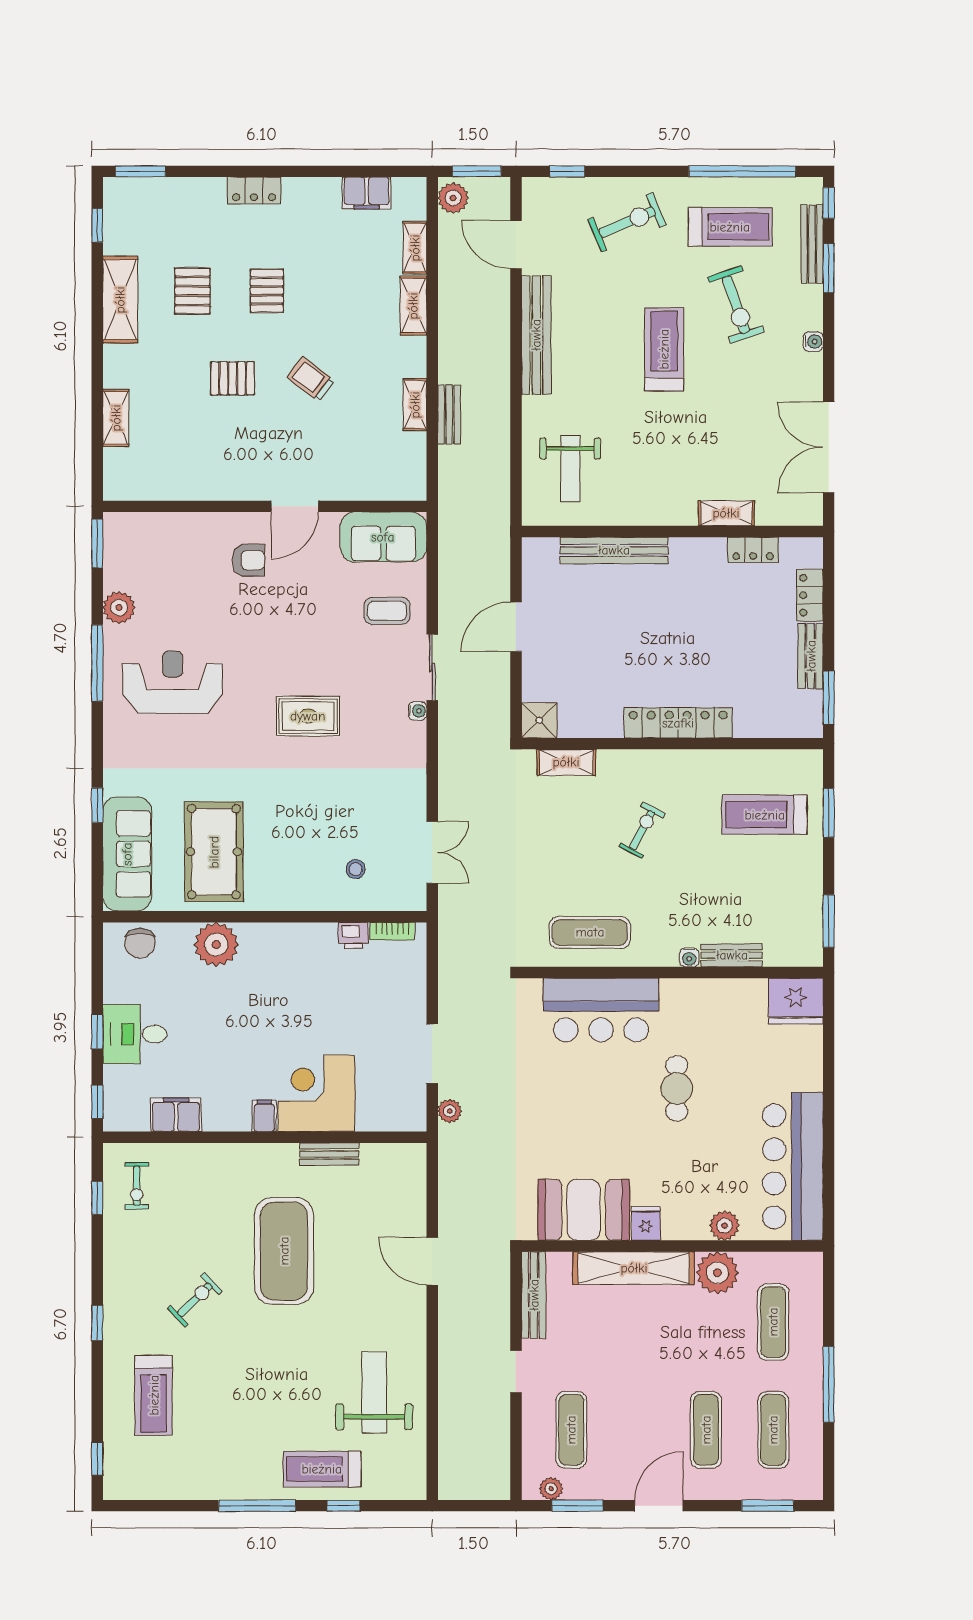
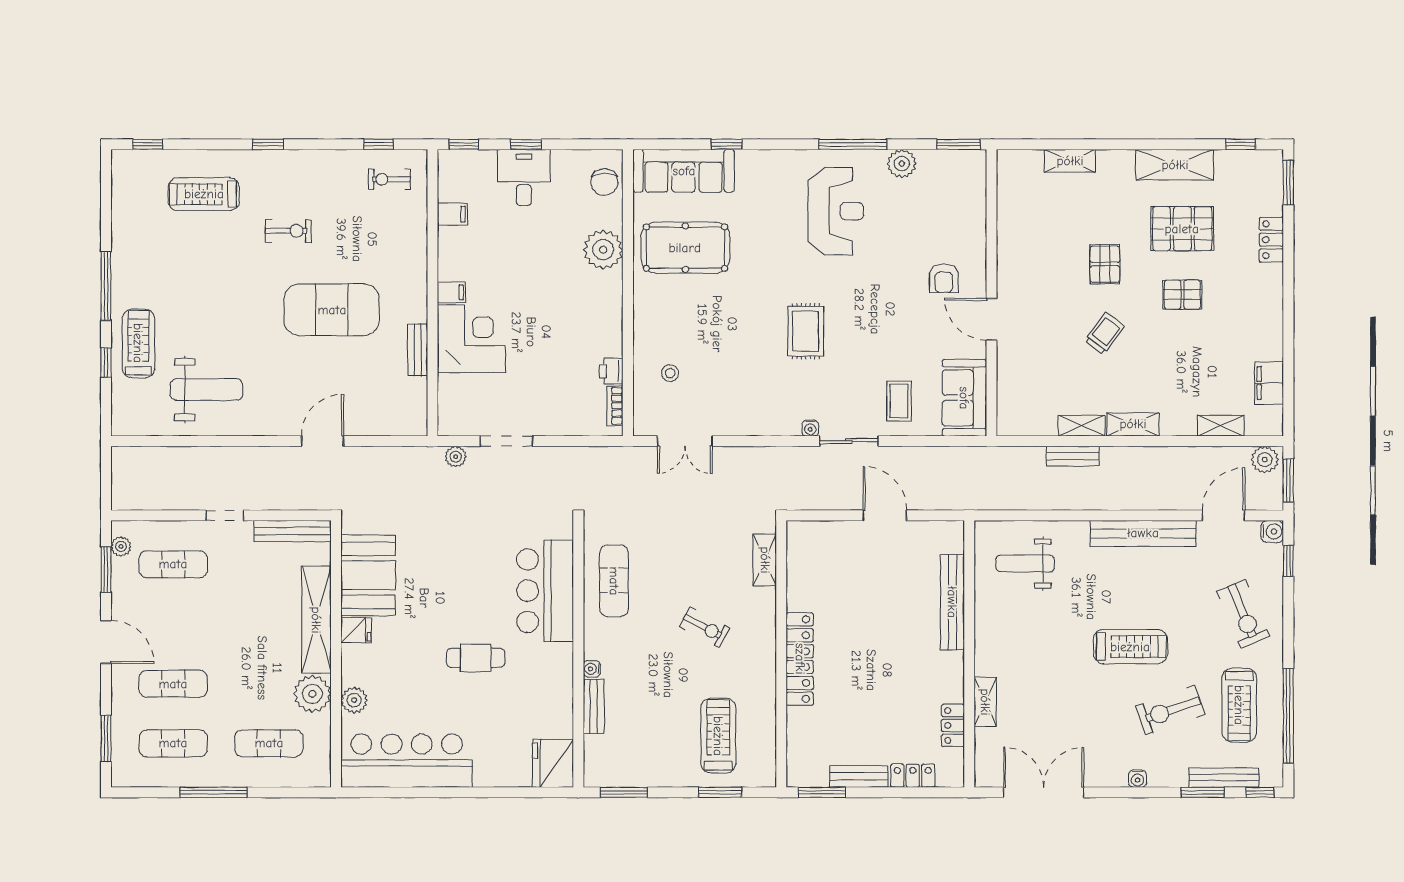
water cooler: (534, 190) -> (1272, 531), added
locker: (254, 191) -> (1271, 240), moved
pallet: (192, 291) -> (1182, 229), width x1.50, depth x1.42
shelving: (413, 306) -> (1133, 424), moved
shower: (539, 720) -> (802, 536), removed
chair: (140, 943) -> (604, 182), turned -90
filing cabinet: (176, 1115) -> (452, 214), width x0.50
exercise bike: (195, 1300) -> (288, 231), turned -46

